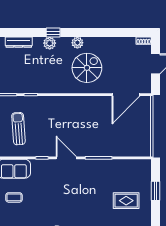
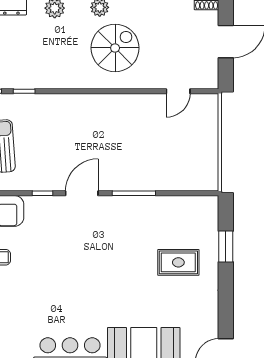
door: (126, 95) -> (178, 91), width x0.53
door: (66, 158) -> (82, 193), hinge flipped

